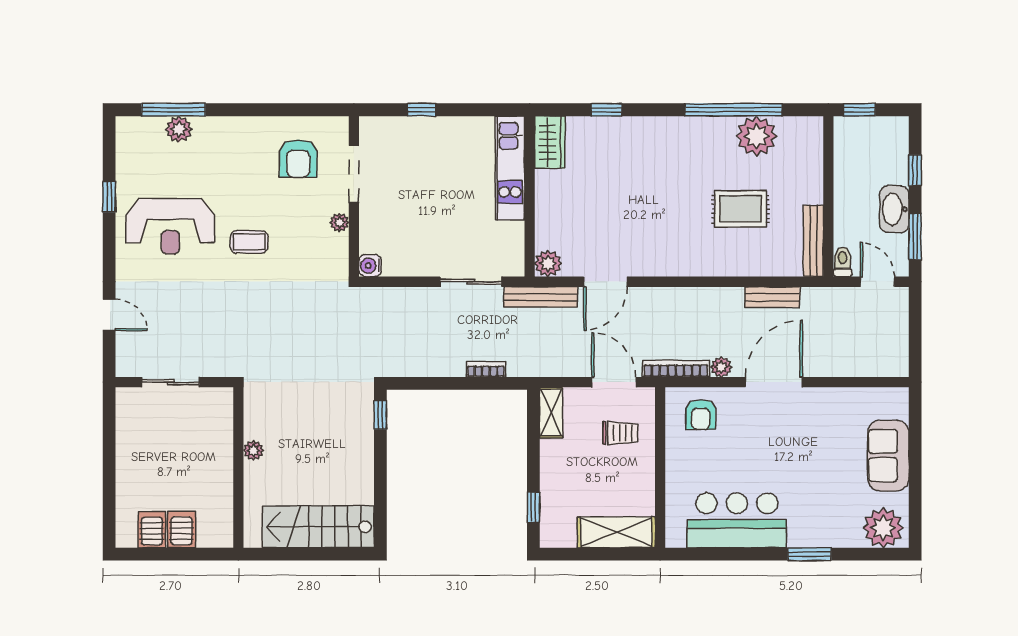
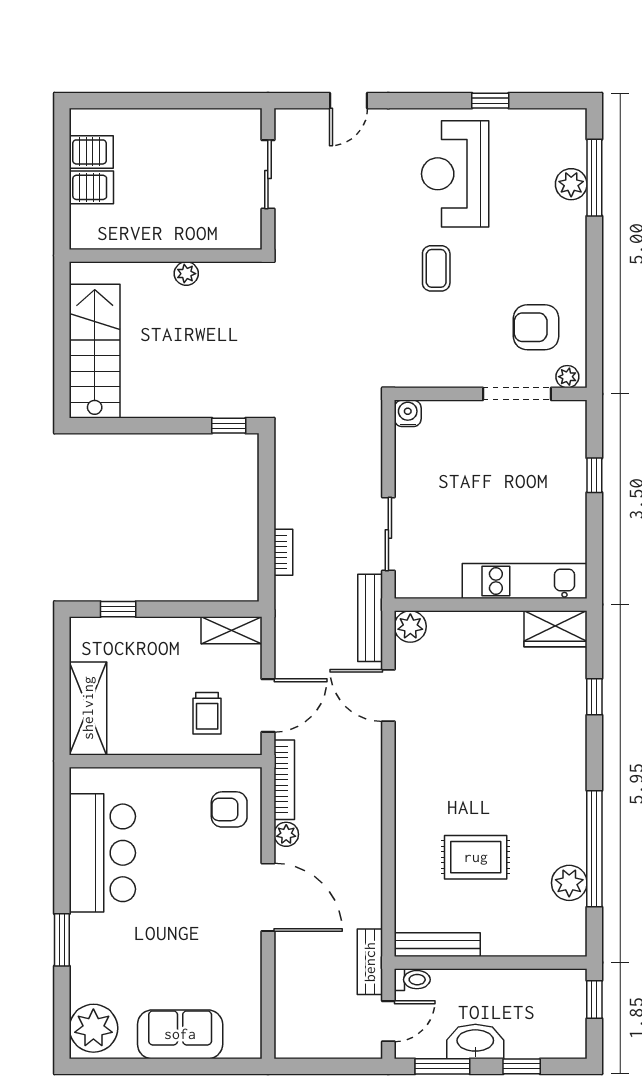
plant: (757, 136) -> (569, 883), width x0.73, depth x0.73
rug: (740, 209) -> (476, 857), turned 90
plant: (339, 222) -> (567, 377), moved
bench: (772, 297) -> (370, 962), moved

